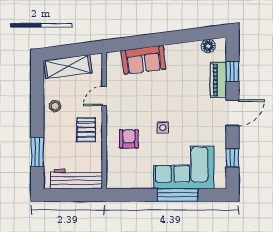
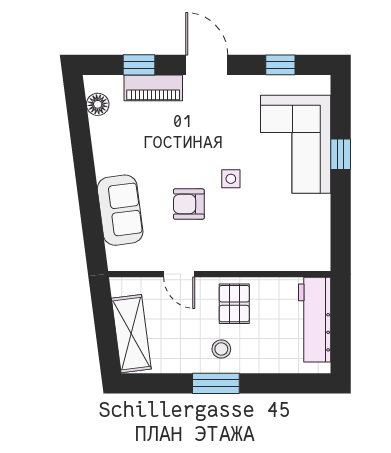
stool: (55, 106) -> (221, 349), moved
pallet: (86, 130) -> (234, 304), turned 90
armchair: (129, 139) -> (189, 204), moved
window: (37, 152) -> (216, 383), moved
window: (178, 195) -> (341, 154), width x0.46

